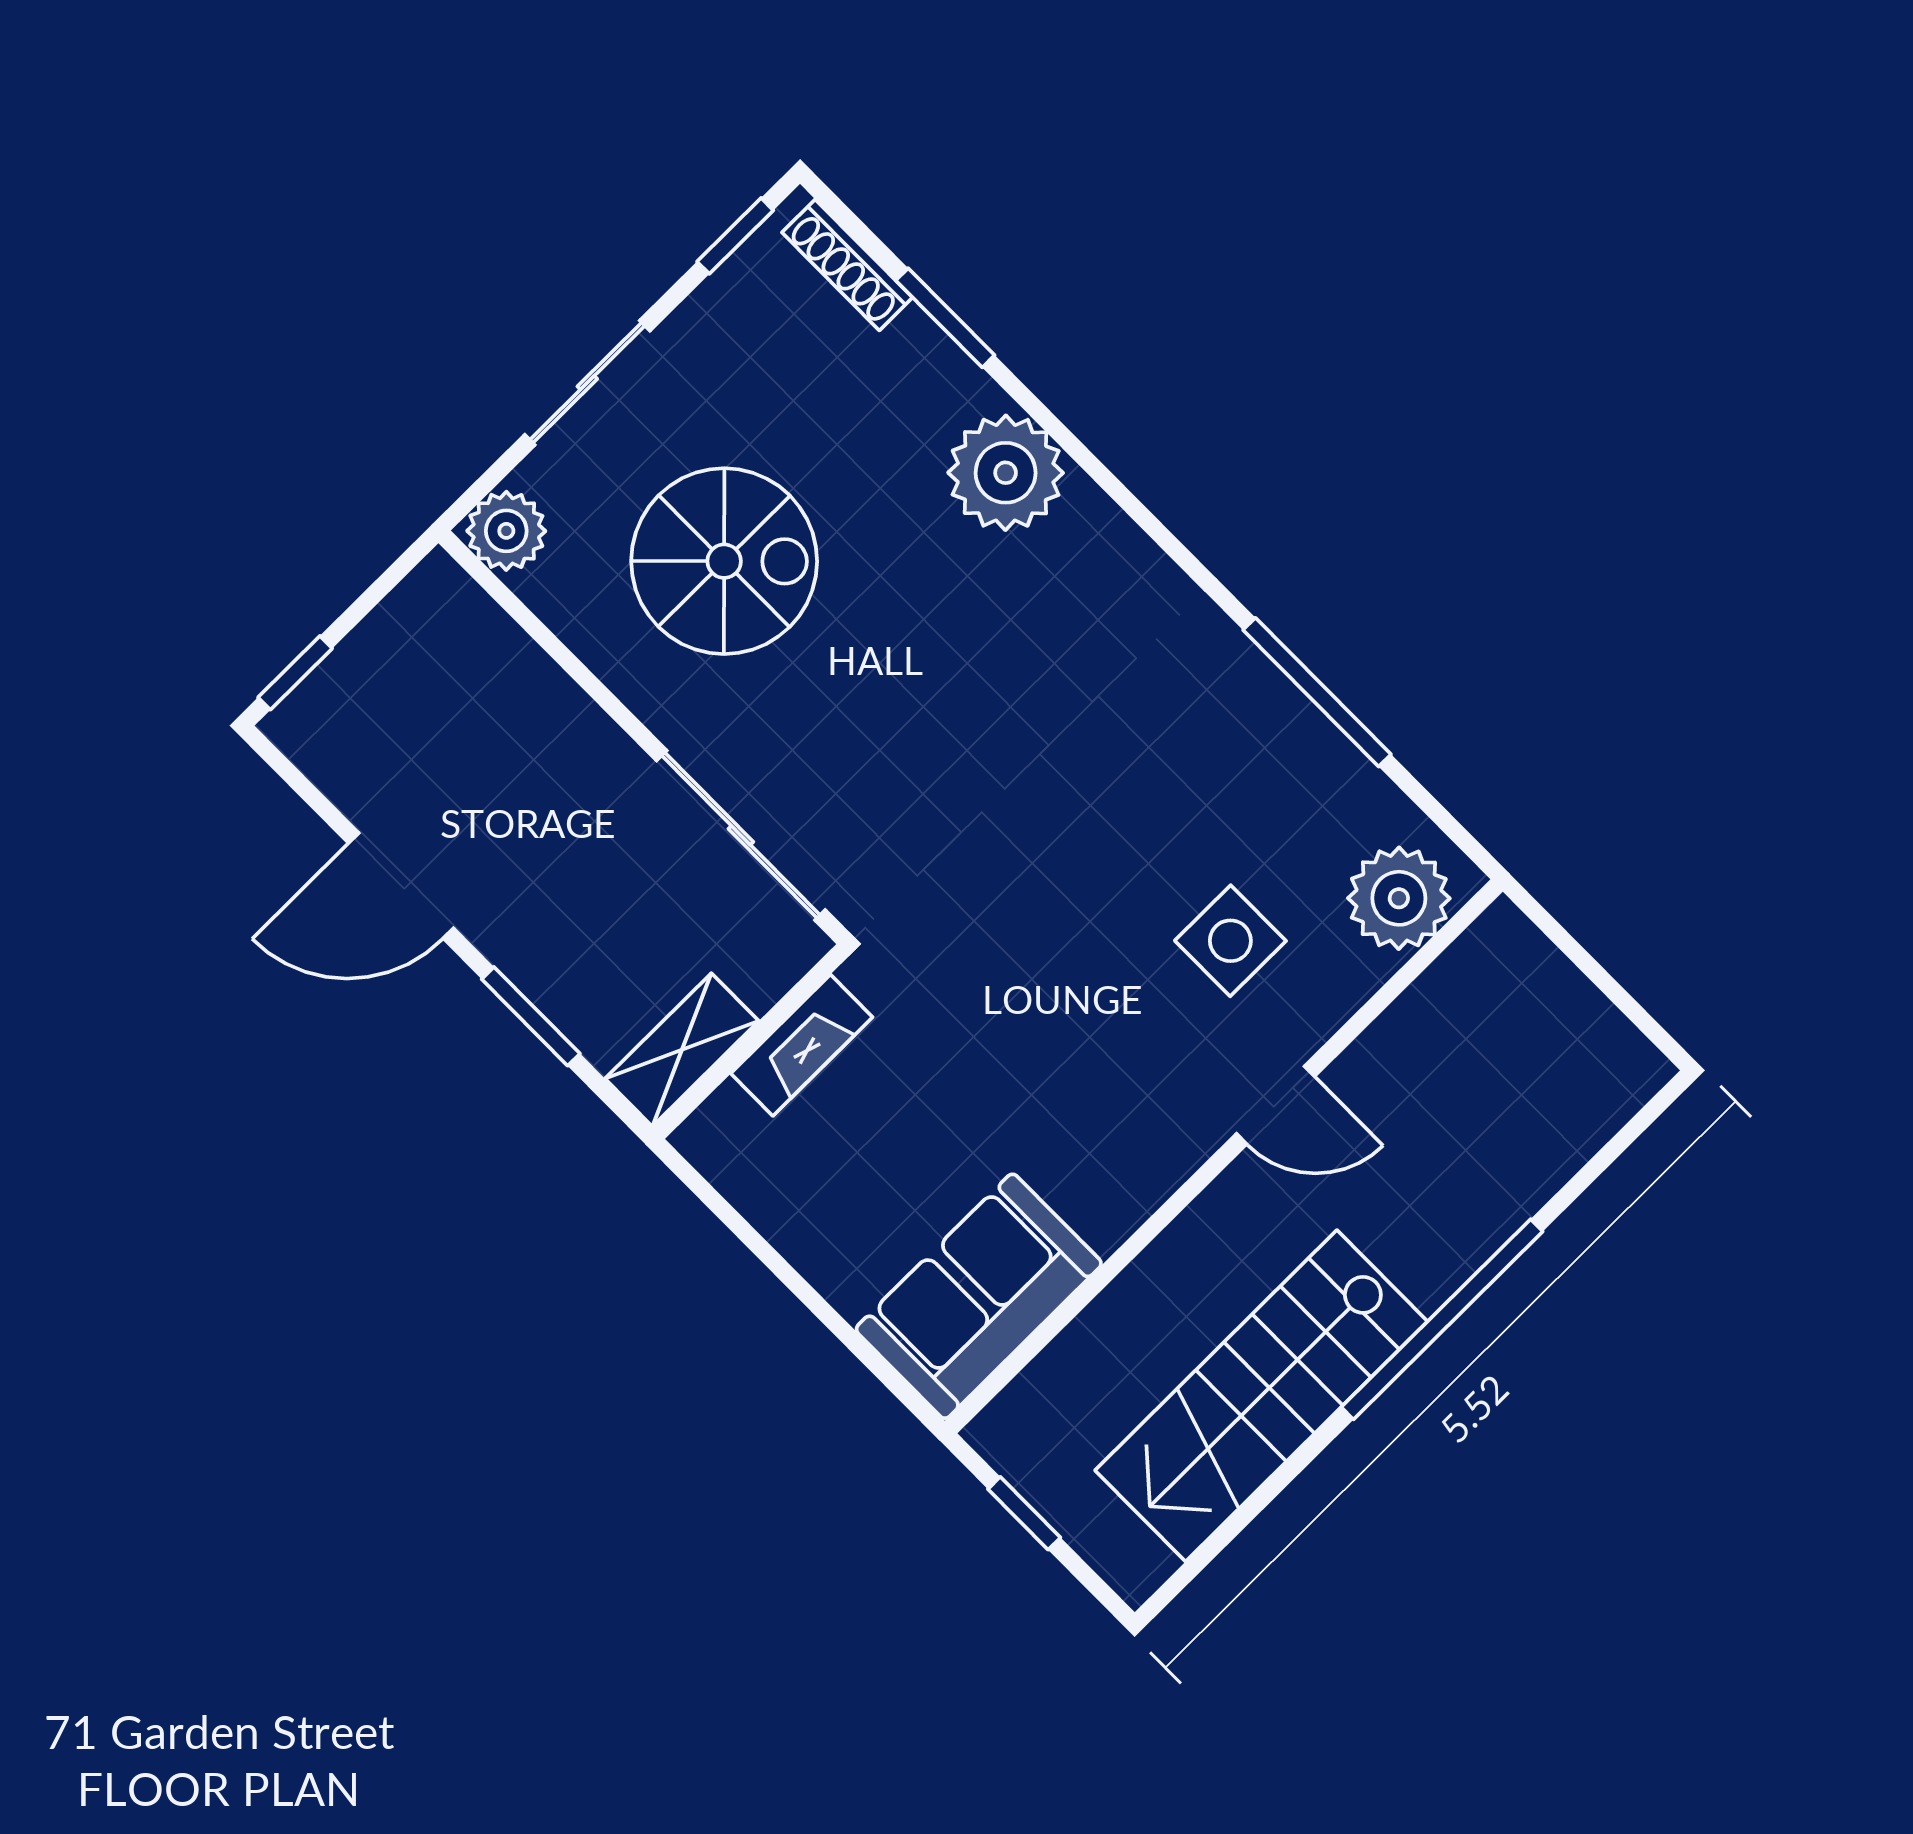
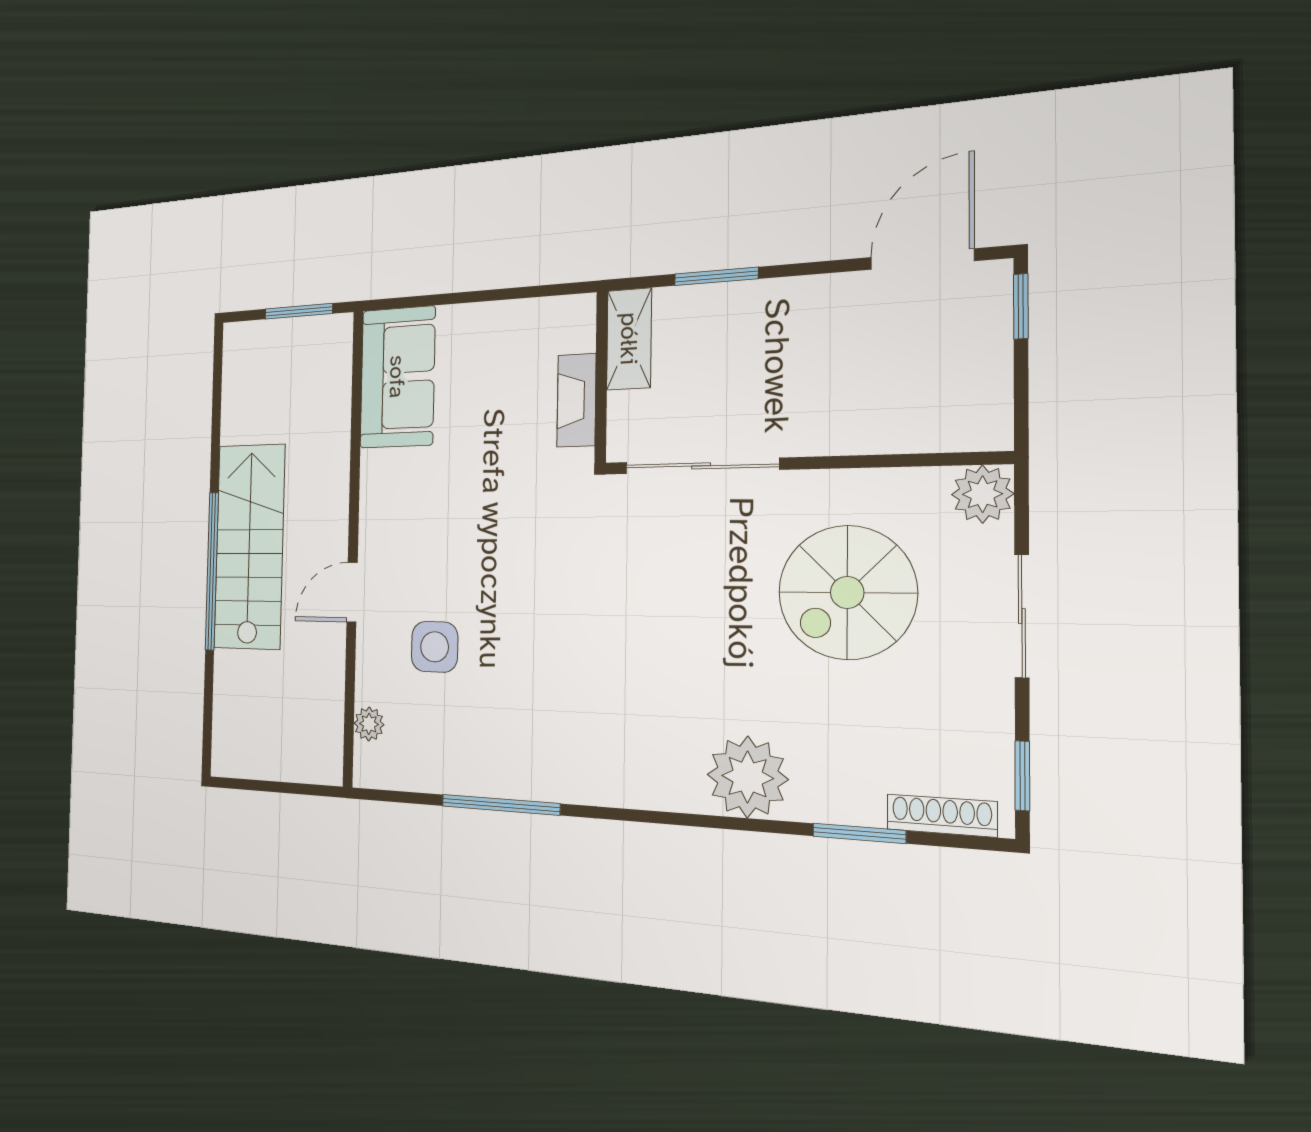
door: (401, 886) -> (922, 259), moved
plant: (1399, 898) -> (369, 724), width x0.53, depth x0.53
stairs: (1261, 1396) -> (249, 547), moved
window: (1024, 1513) -> (299, 311), width x1.50

